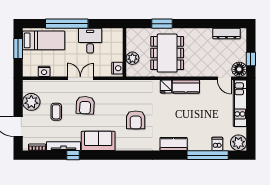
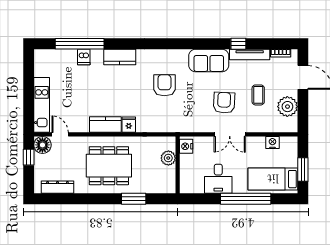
dining table: (167, 53) -> (109, 166), moved, turned 90
plant: (238, 143) -> (43, 58), removed
dishwasher: (217, 144) -> (84, 57), moved

